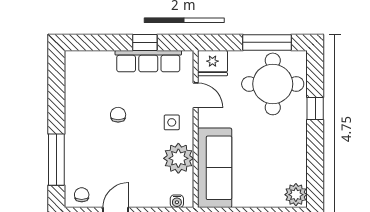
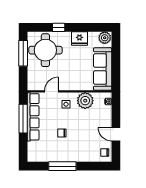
window: (145, 42) -> (23, 119), width x2.17
row of seats: (148, 61) -> (33, 117), width x1.36
fridge: (212, 63) -> (79, 39), moved, turned 90
window: (56, 160) -> (62, 166), moved
sofa: (215, 168) -> (103, 69), moved, turned -90

